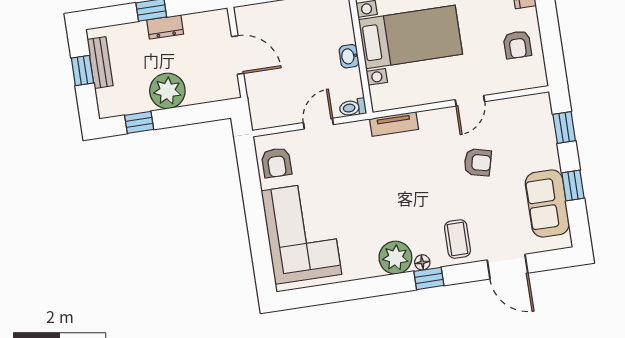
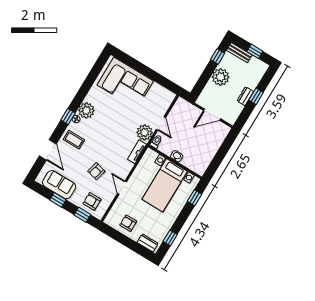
bench: (100, 63) -> (239, 53), moved
plant: (354, 138) -> (145, 132), added
armchair: (276, 163) -> (92, 201), moved
door: (508, 267) -> (48, 150), swing flipped

